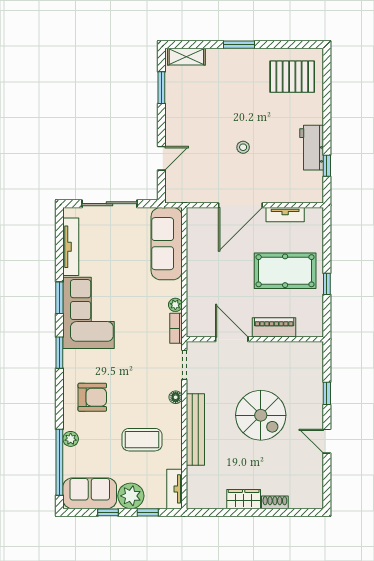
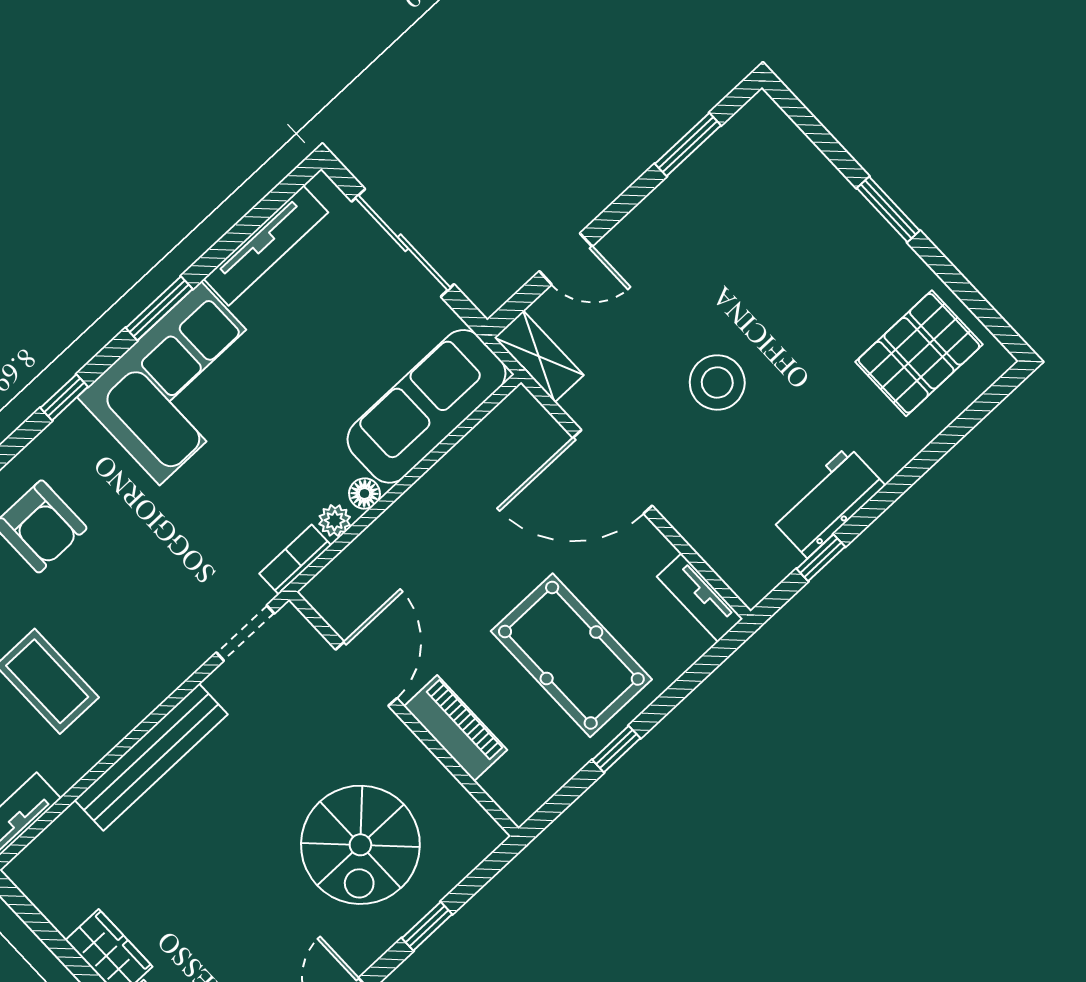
shelving: (186, 57) -> (539, 356), moved
pallet: (292, 77) -> (919, 353), turned 90
stool: (243, 147) -> (717, 382), width x1.89, depth x1.89
tv unit: (285, 215) -> (700, 598), moved
window: (59, 353) -> (64, 397), width x0.67
floor lamp: (176, 397) -> (364, 494), moved
spiral stairs: (261, 415) -> (360, 845), moved

